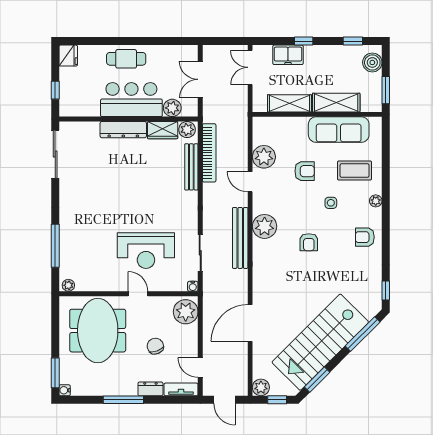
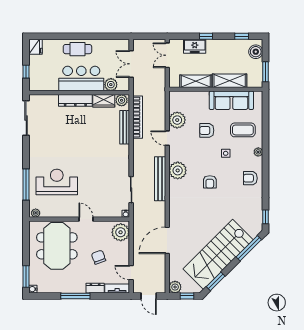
armchair: (305, 171) -> (207, 130), turned 180
reception desk: (146, 251) -> (57, 182), moved, turned 180

